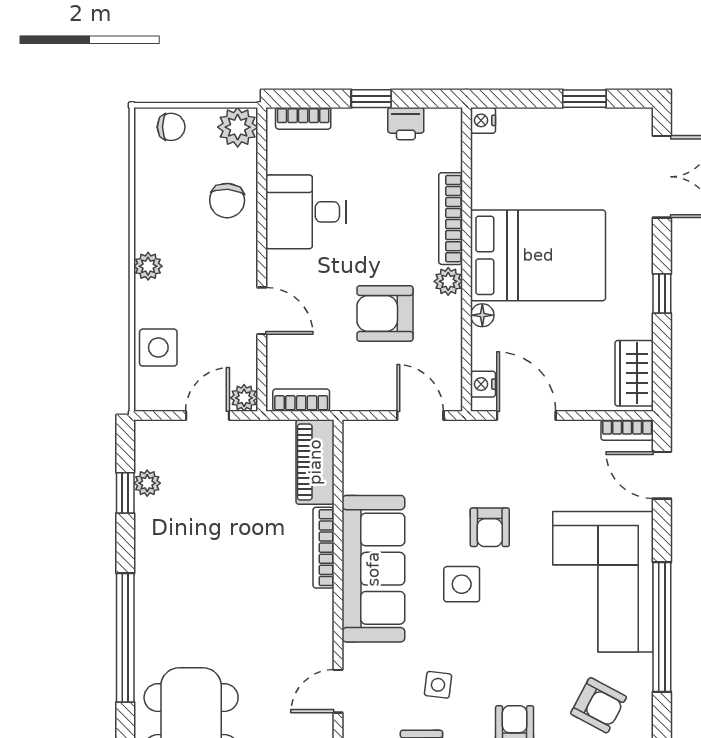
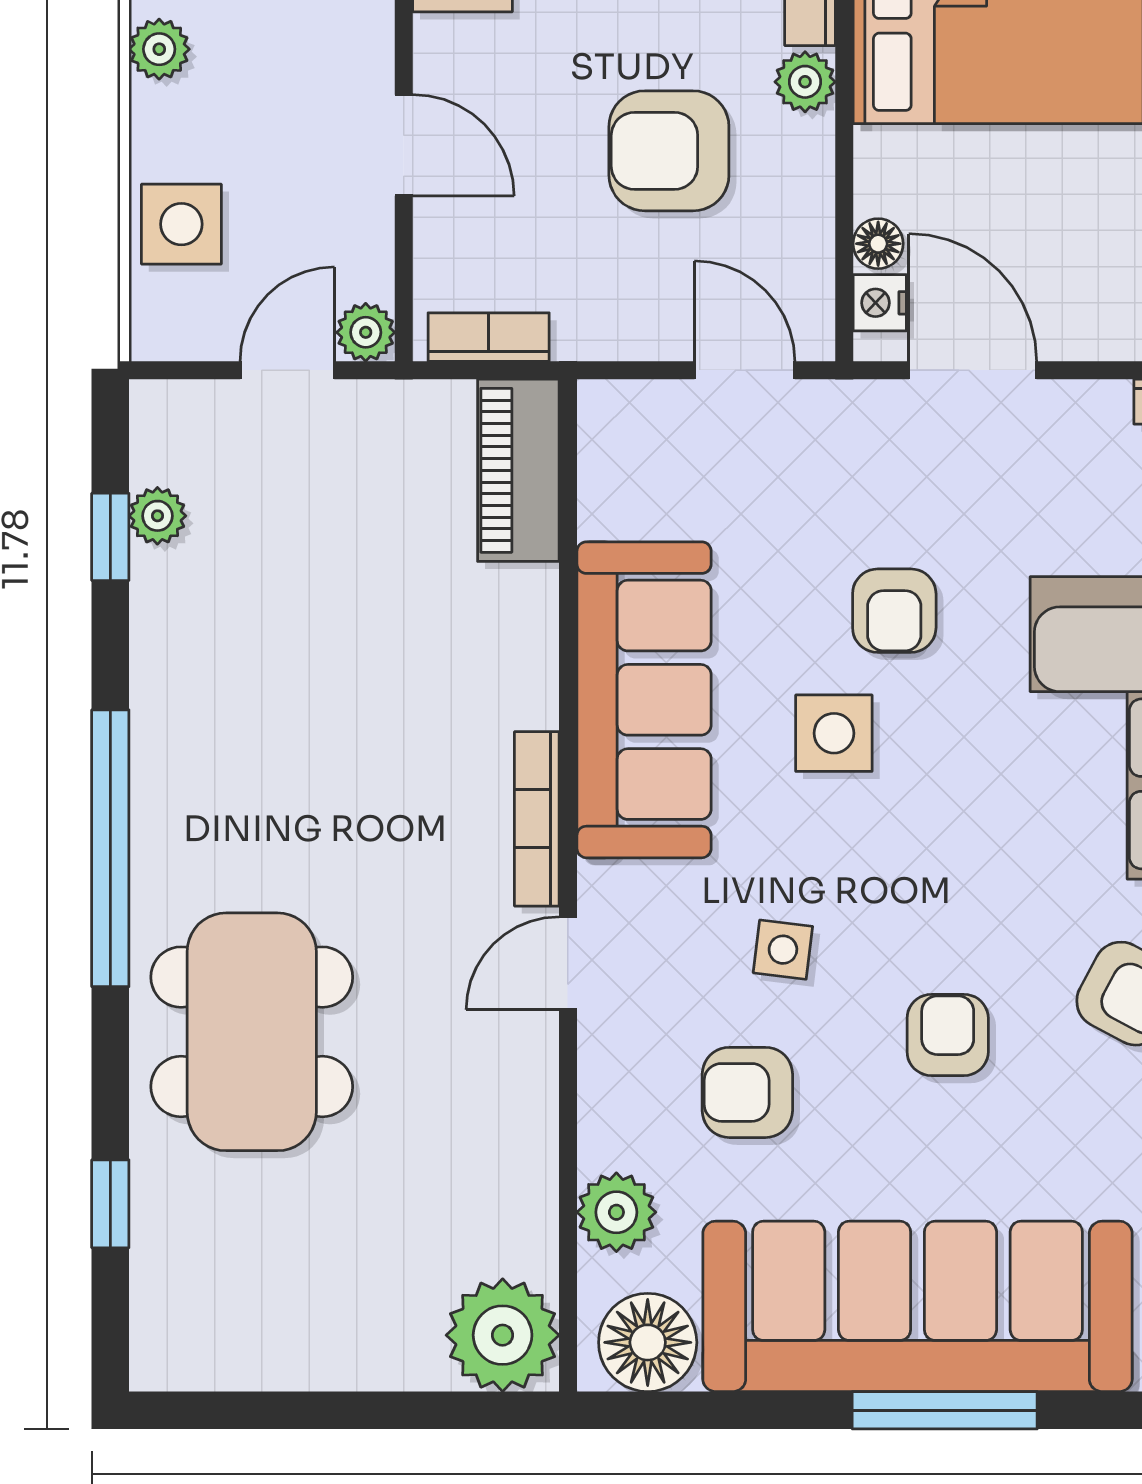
floor lamp: (482, 315) -> (878, 244), moved
bookcase: (324, 548) -> (537, 819), moved

